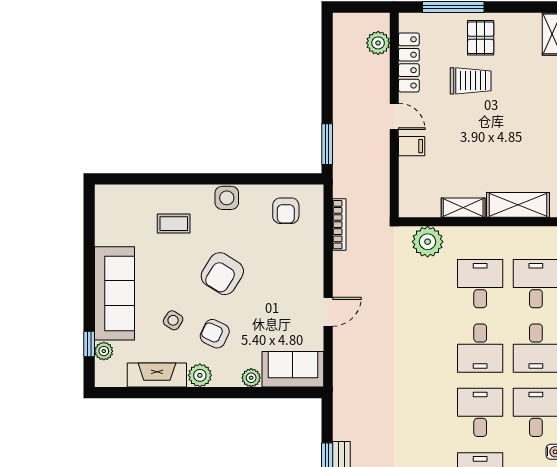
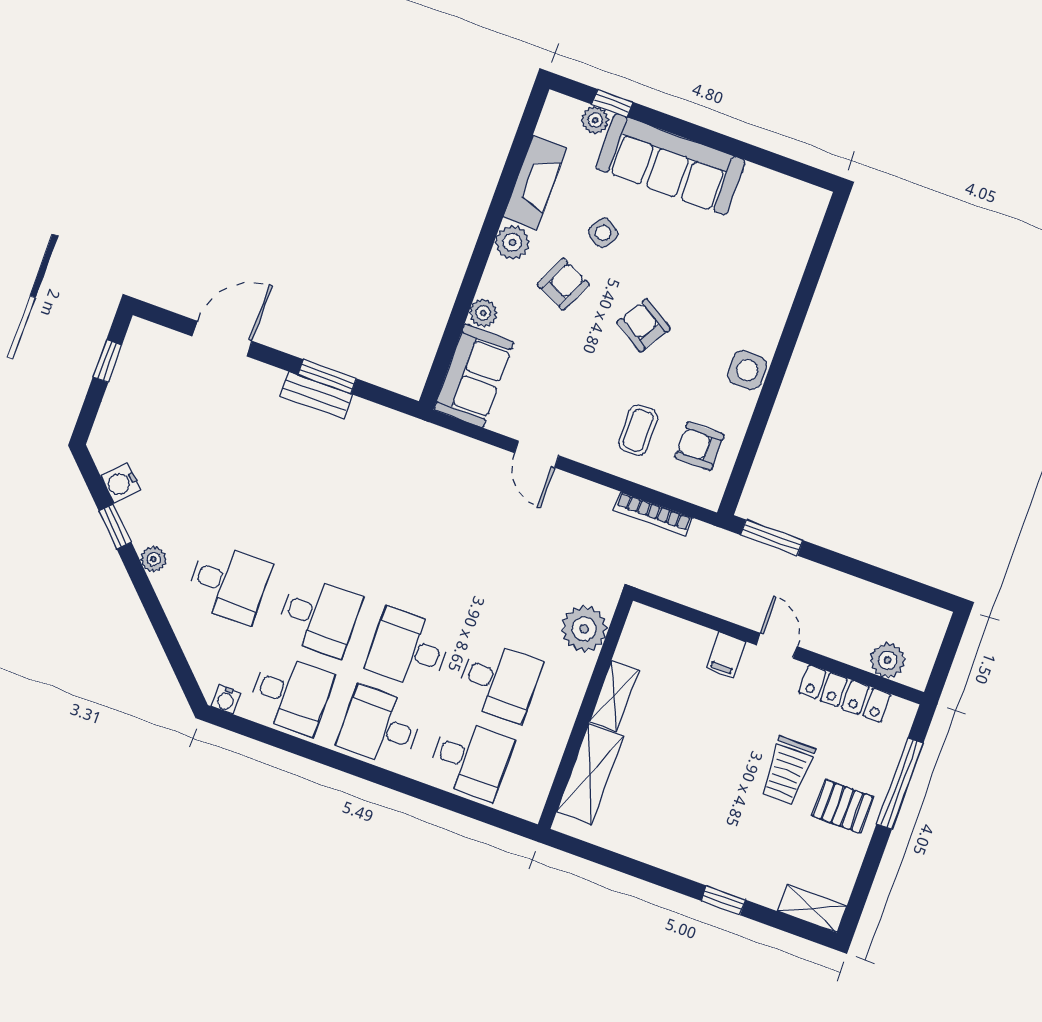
door: (394, 116) -> (777, 646), swing flipped
coffee table: (174, 224) -> (638, 430), moved
armchair: (222, 274) -> (644, 325), width x0.72, depth x0.72

